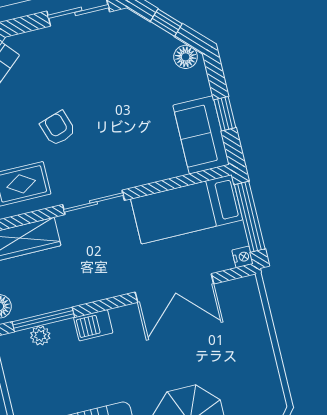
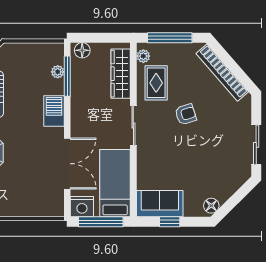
window: (166, 23) -> (236, 199), removed
nightstand: (243, 257) -> (82, 207), width x1.89, depth x1.79
double door: (174, 288) -> (67, 164), swing flipped
barbecue: (93, 325) -> (54, 111), width x1.38, depth x1.27

